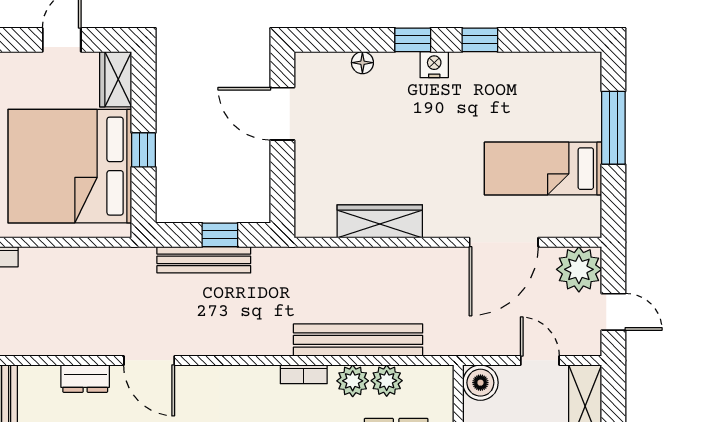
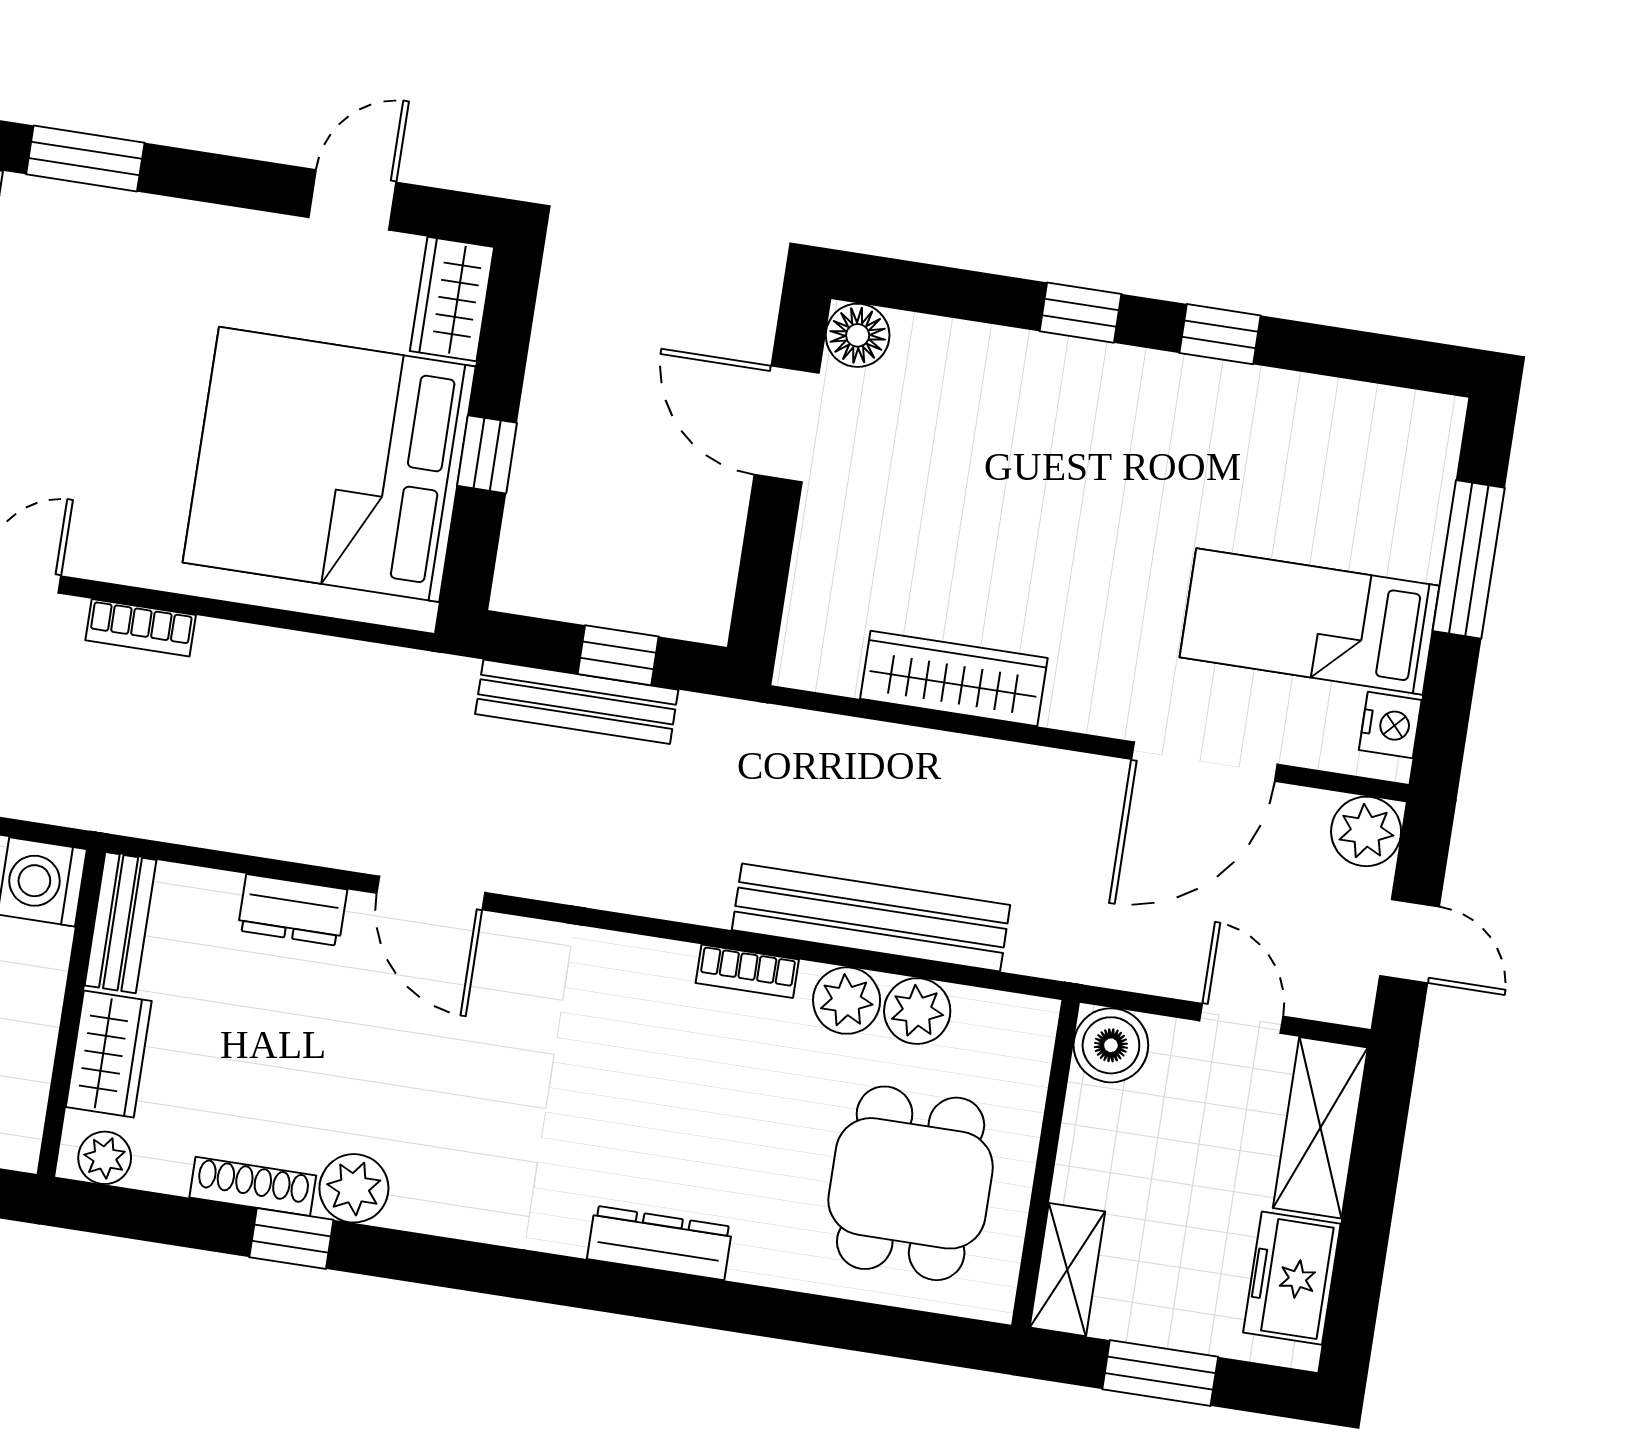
floor lamp: (362, 63) -> (858, 335), moved, width x1.37, depth x1.37
nightstand: (434, 65) -> (1390, 725), moved, turned 90
plant: (579, 269) -> (1366, 831), width x0.73, depth x0.73

